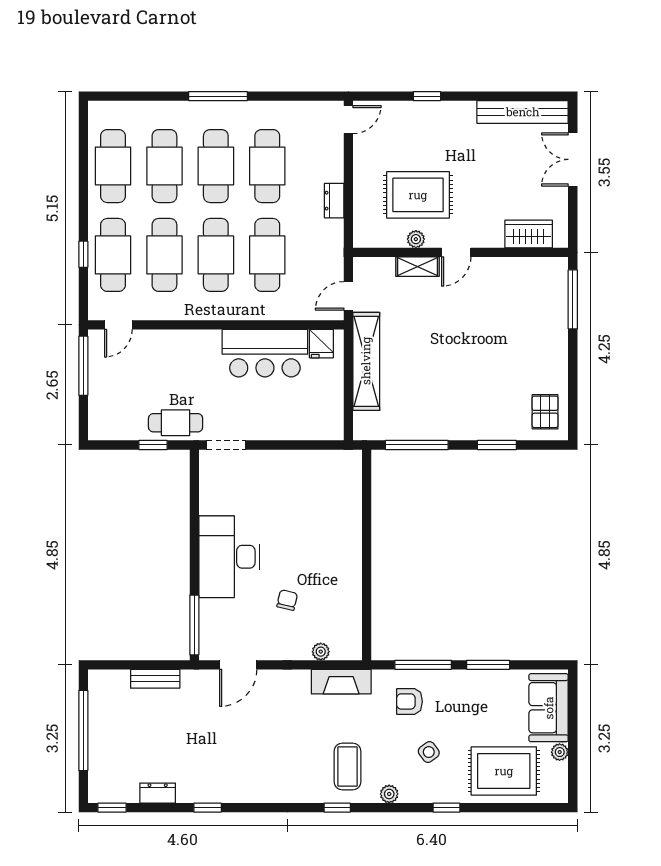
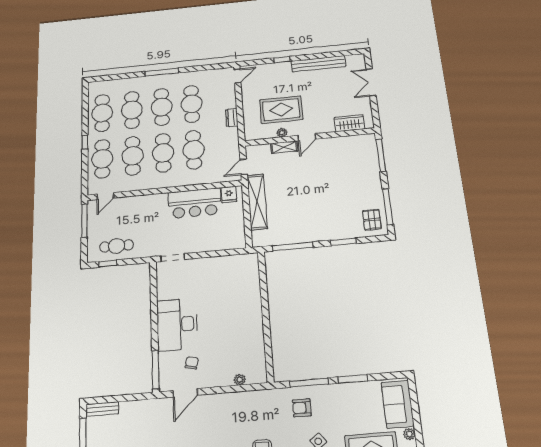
bench: (523, 112) -> (318, 64), moved
window: (83, 254) -> (85, 142), moved
window: (573, 392) -> (388, 207), added
cafe table: (176, 423) -> (117, 246), moved
window: (153, 445) -> (108, 264), moved
chair: (287, 600) -> (192, 363), moved
bench: (155, 679) -> (102, 409), moved
fireplace: (341, 682) -> (255, 398), removed

